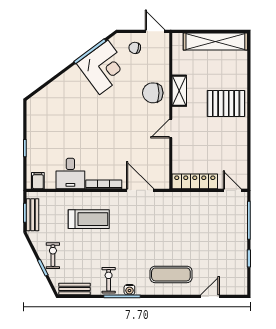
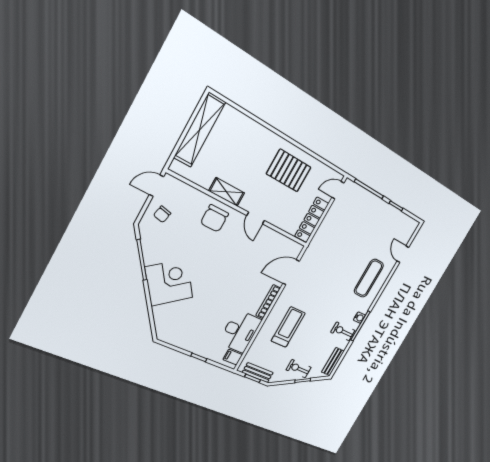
corner desk: (104, 67) -> (169, 282), moved
pallet: (226, 104) -> (289, 171), moved, turned 90
desk: (70, 173) -> (240, 331), width x1.37

